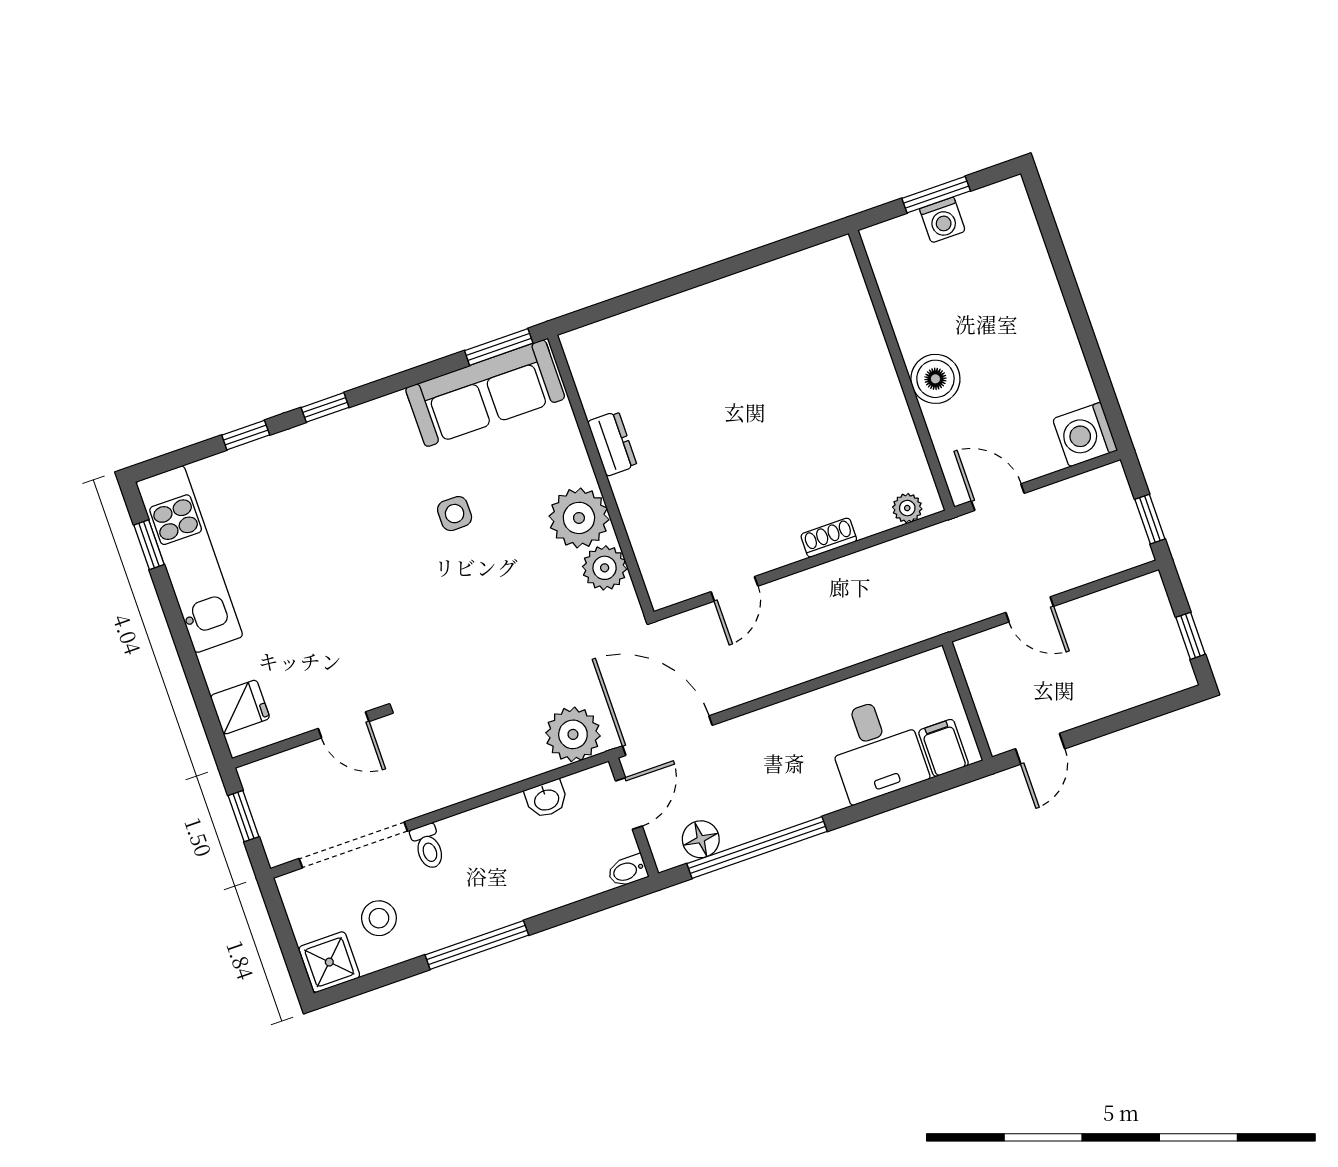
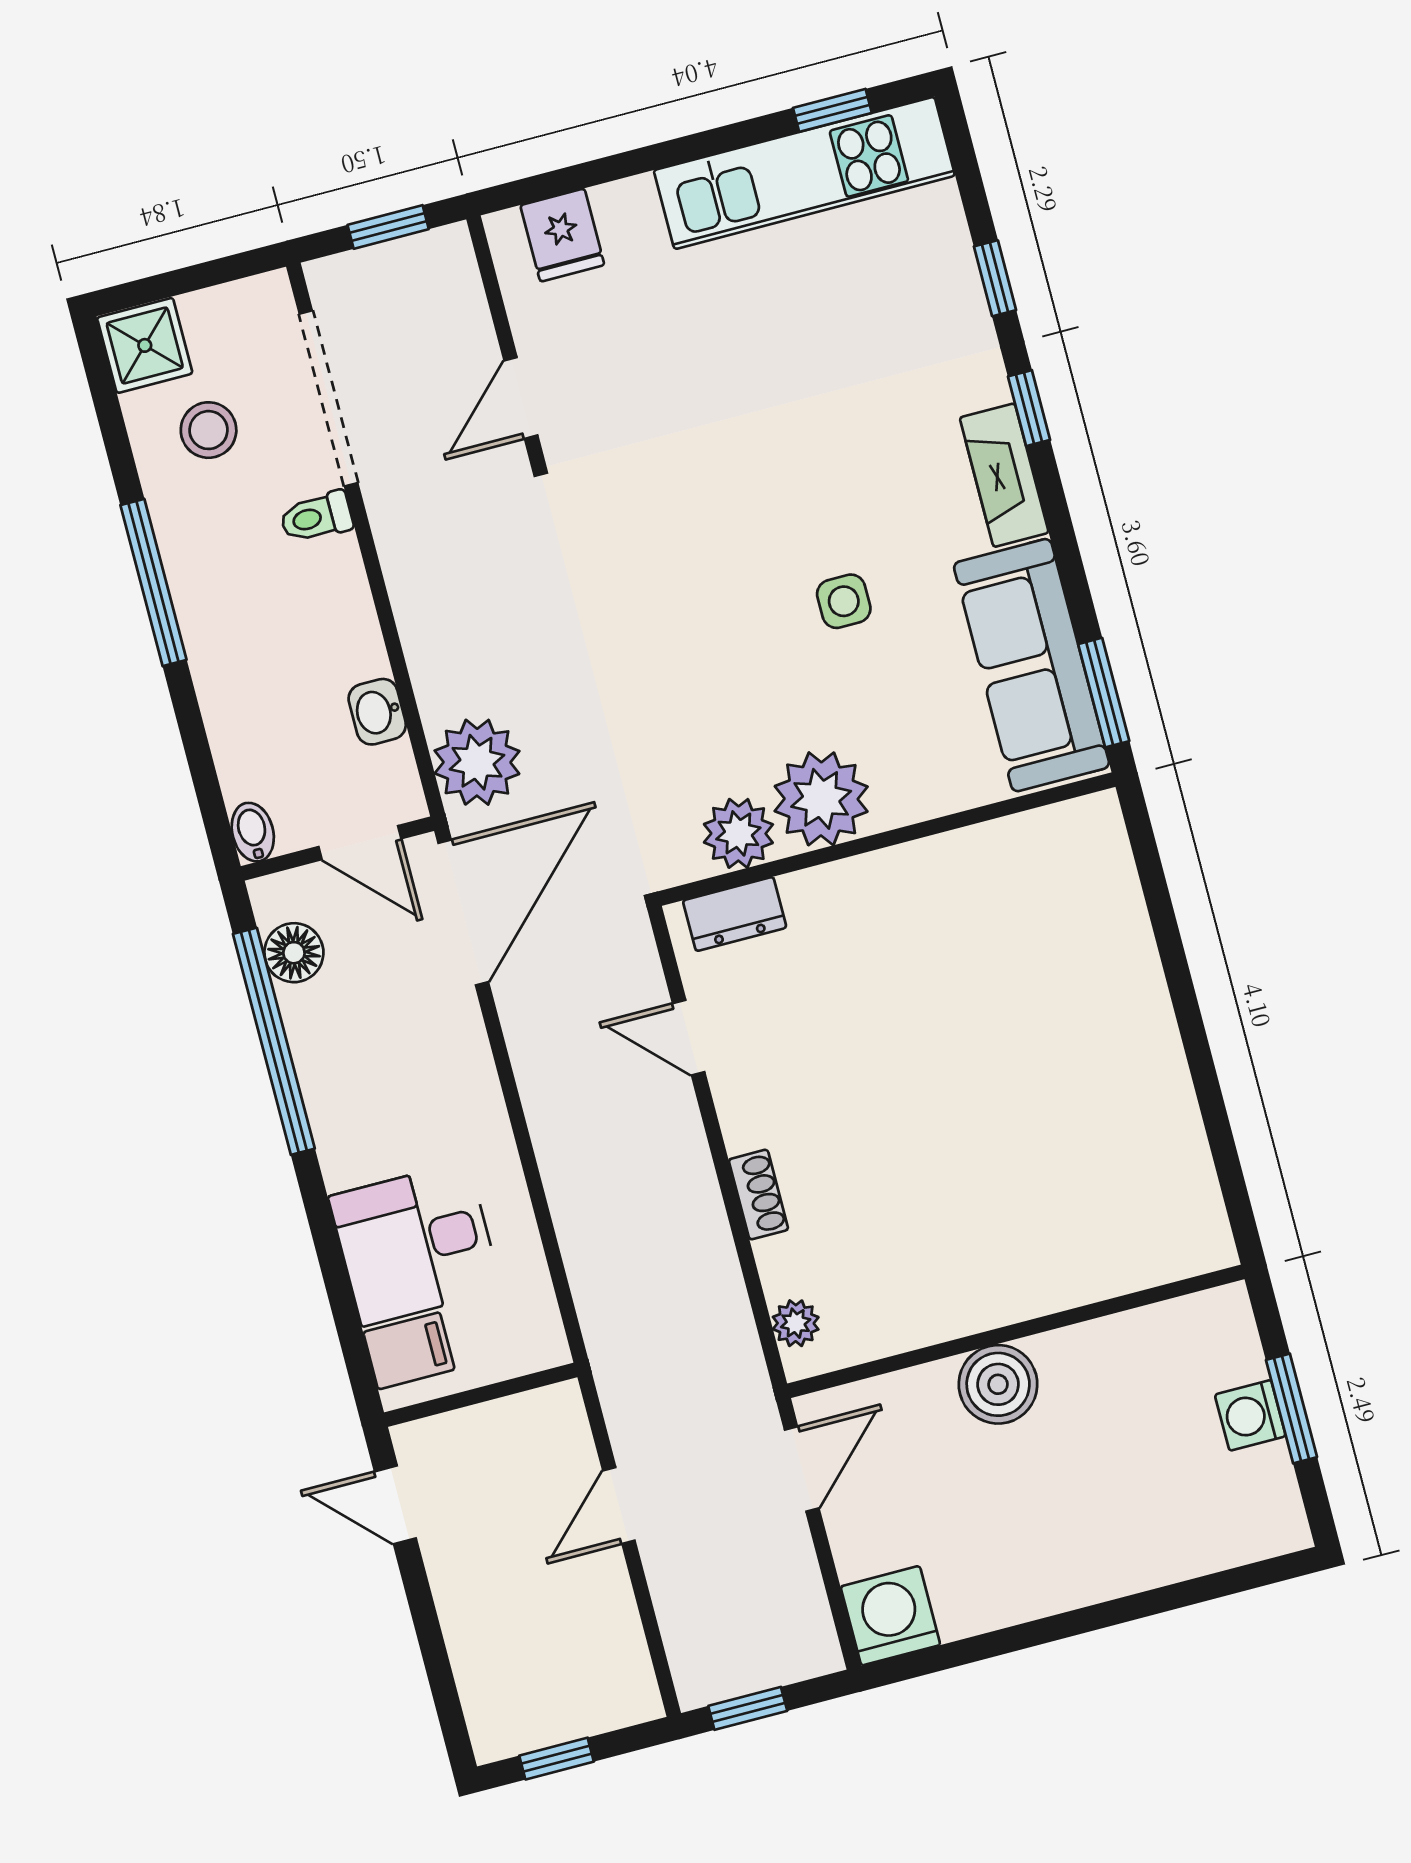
fireplace: (368, 420) -> (1004, 475), added
dresser: (612, 444) -> (735, 914), moved

